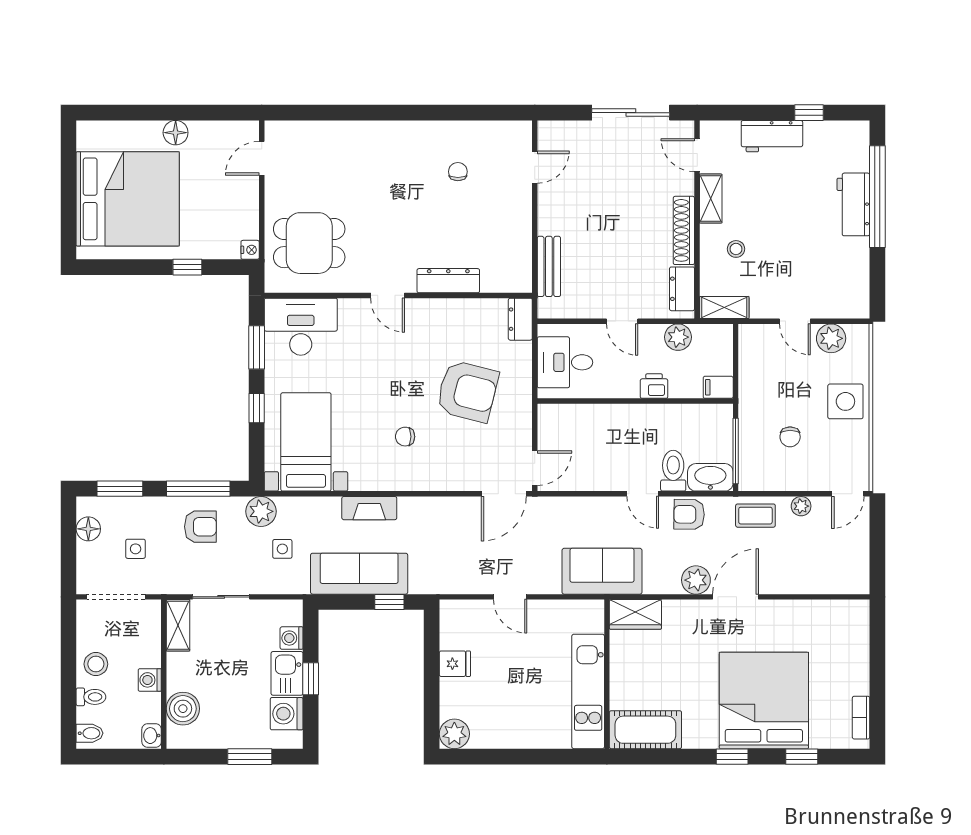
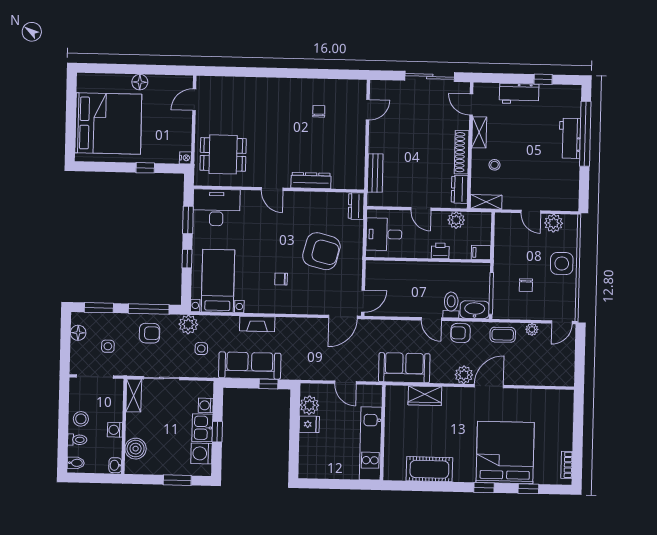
wall: (607, 674) -> (383, 433), moved
kitchen unit: (588, 691) -> (371, 443), moved
plant: (454, 734) -> (309, 405), moved

